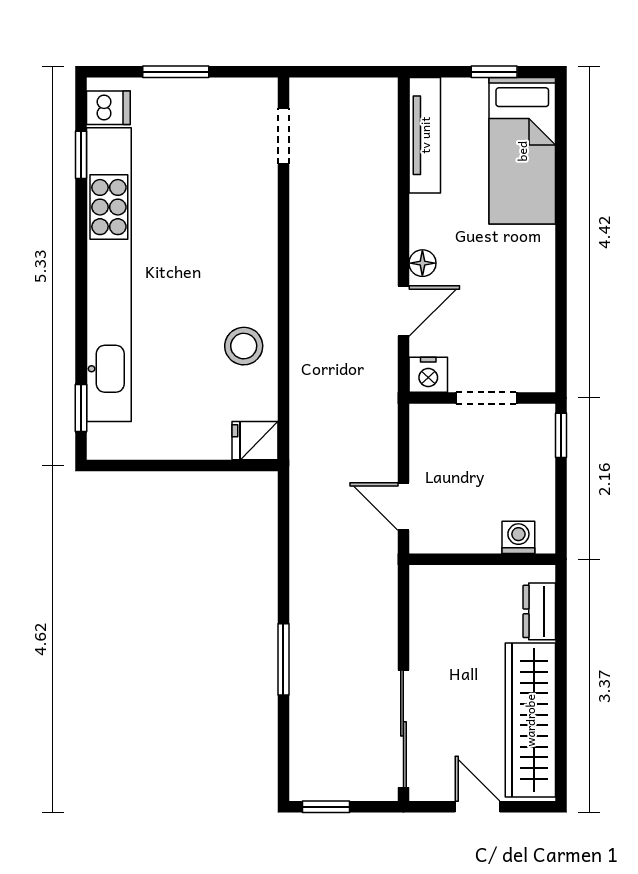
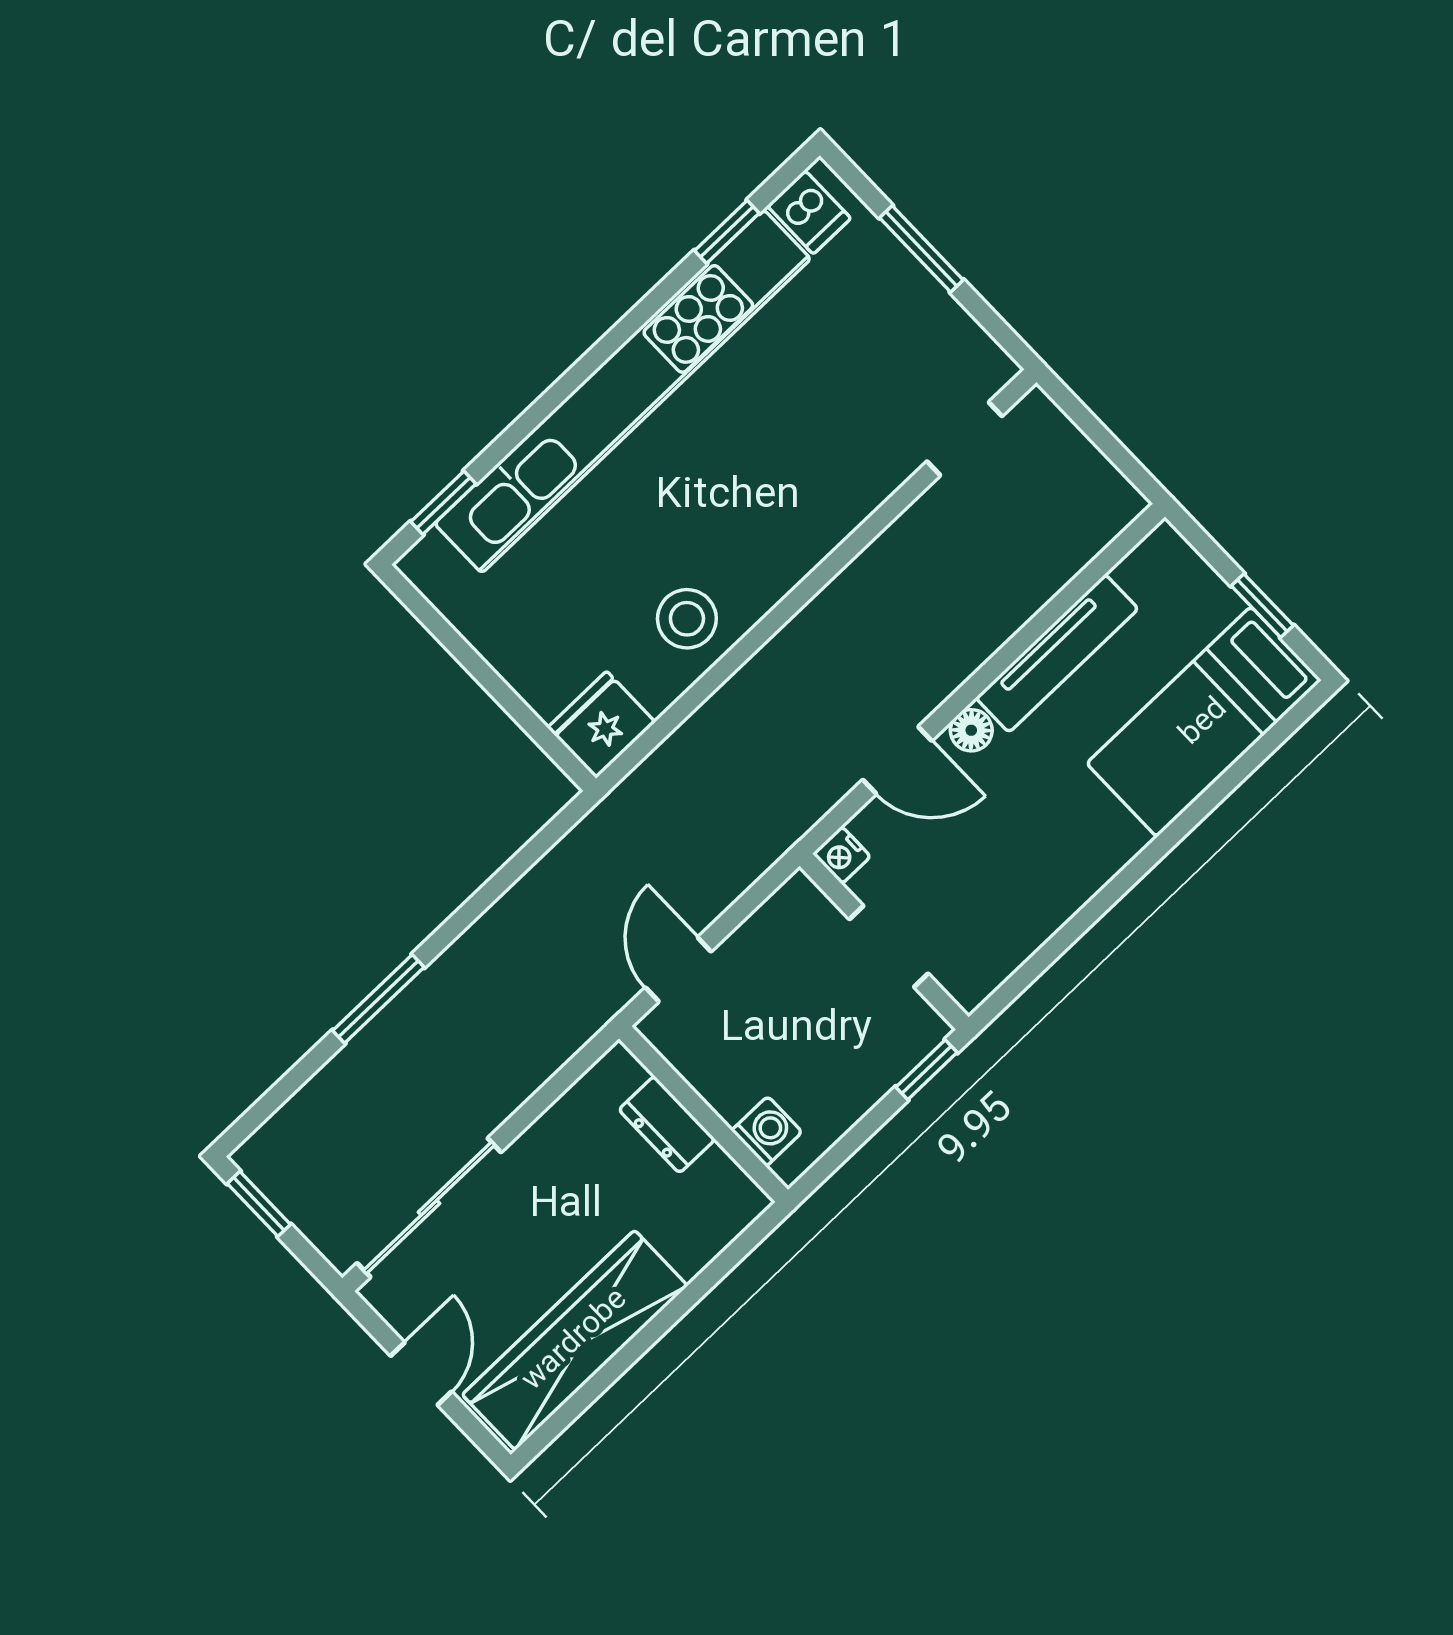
tv unit: (425, 135) -> (1057, 653), moved
nightstand: (428, 375) -> (841, 855), width x0.72, depth x0.74
fridge: (255, 441) -> (601, 725), width x1.38
dresser: (539, 611) -> (667, 1125), moved, turned -90

